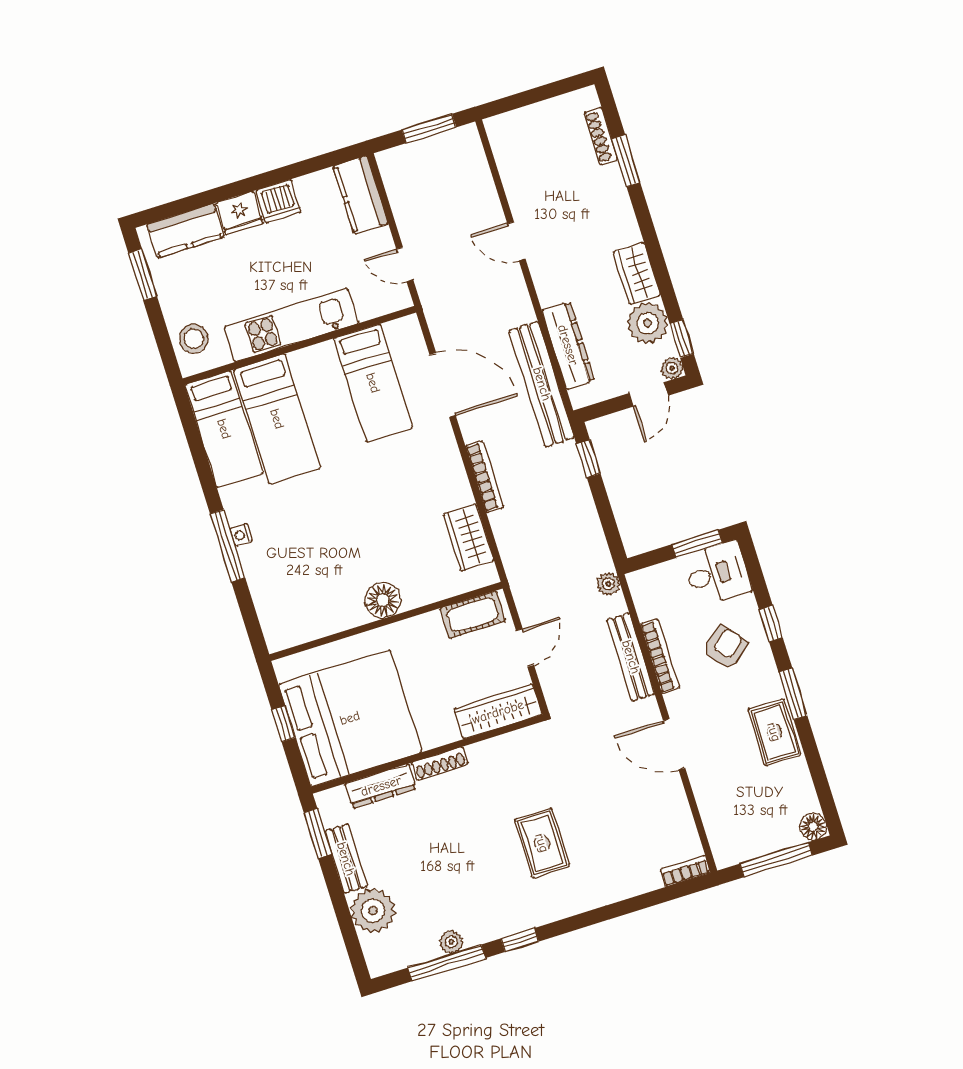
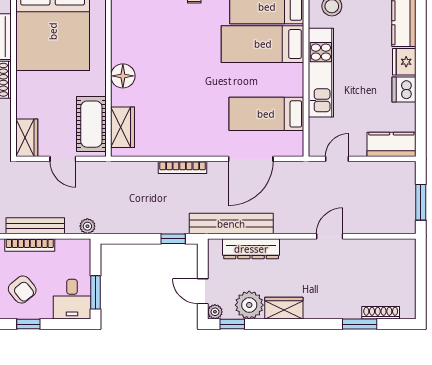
wardrobe: (469, 537) -> (123, 127), moved, turned 90
cot: (473, 615) -> (91, 124), width x1.37, depth x1.34
wardrobe: (498, 712) -> (27, 138), width x0.67

